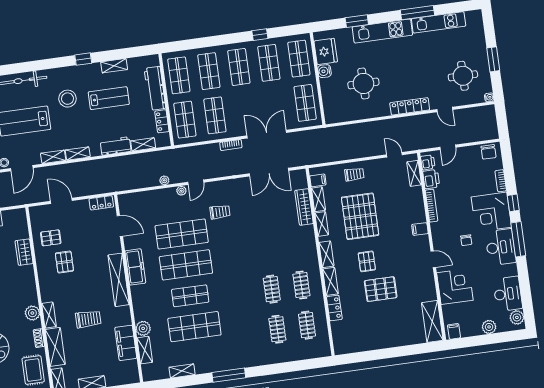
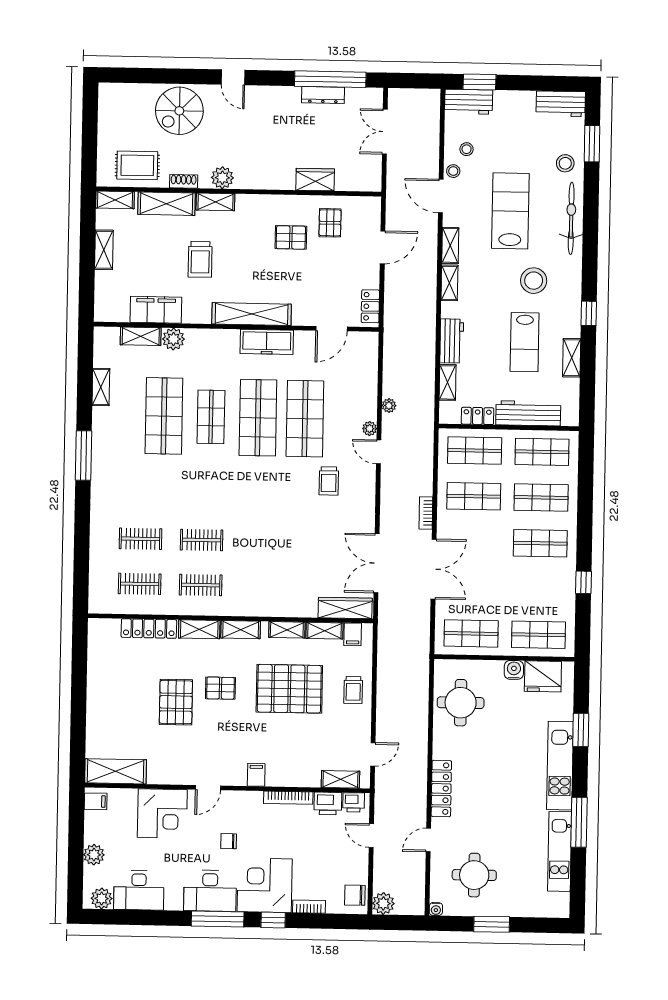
shop shelf: (269, 63) -> (539, 589), removed
round table: (363, 83) -> (461, 703), moved
plant: (491, 132) -> (383, 903), added
wardrobe: (304, 207) -> (345, 608), moved
locker: (334, 308) -> (149, 628), width x1.53

